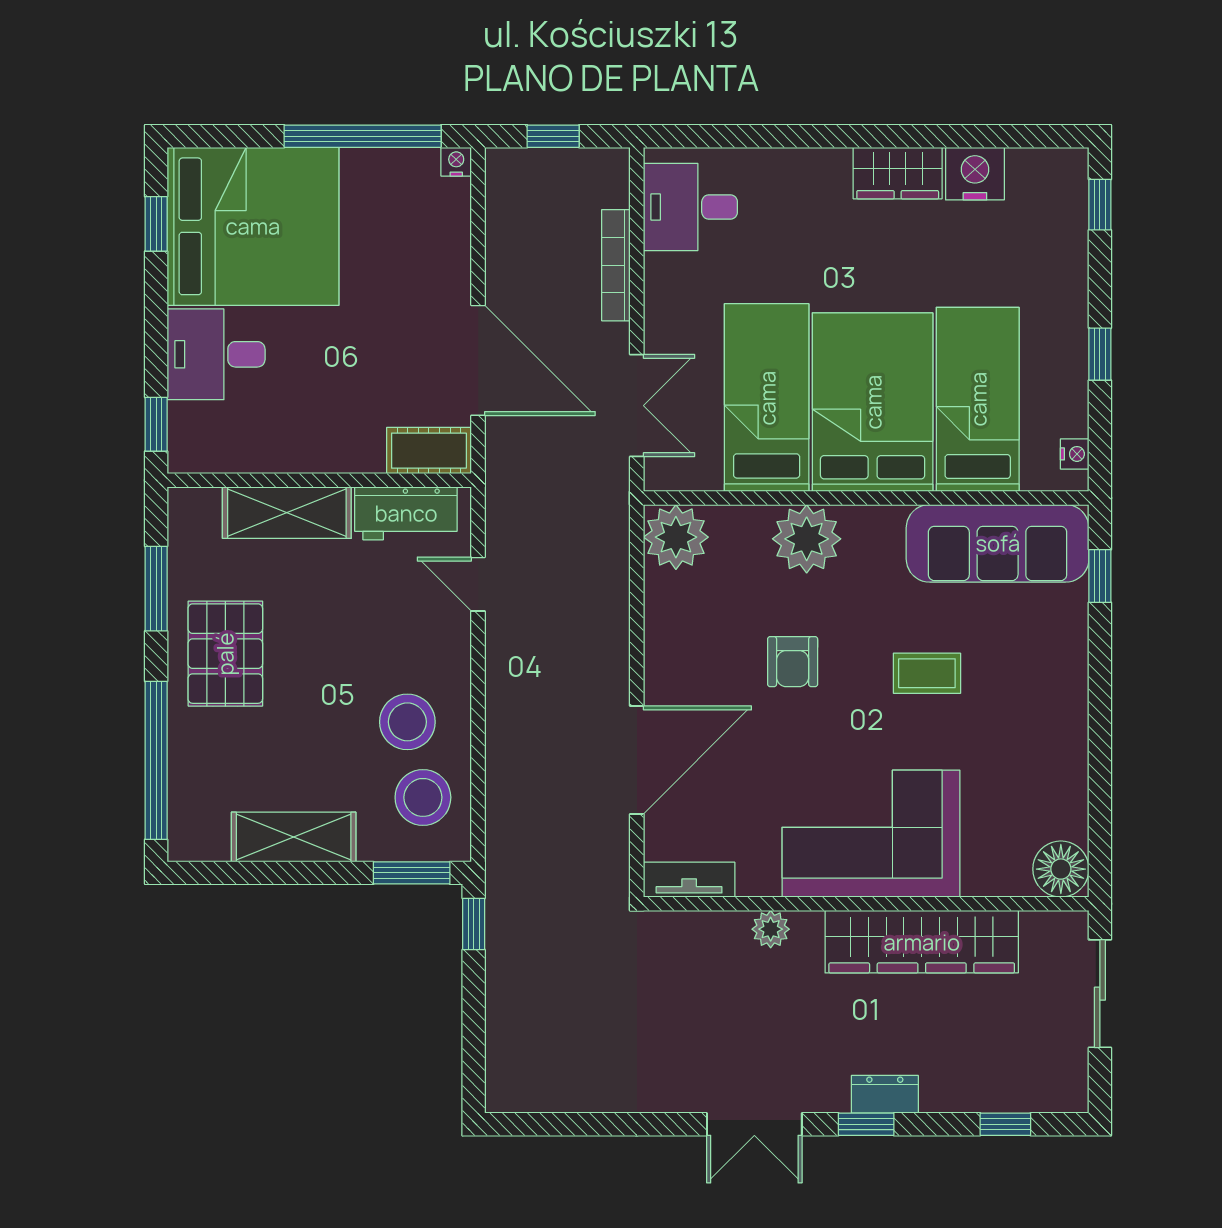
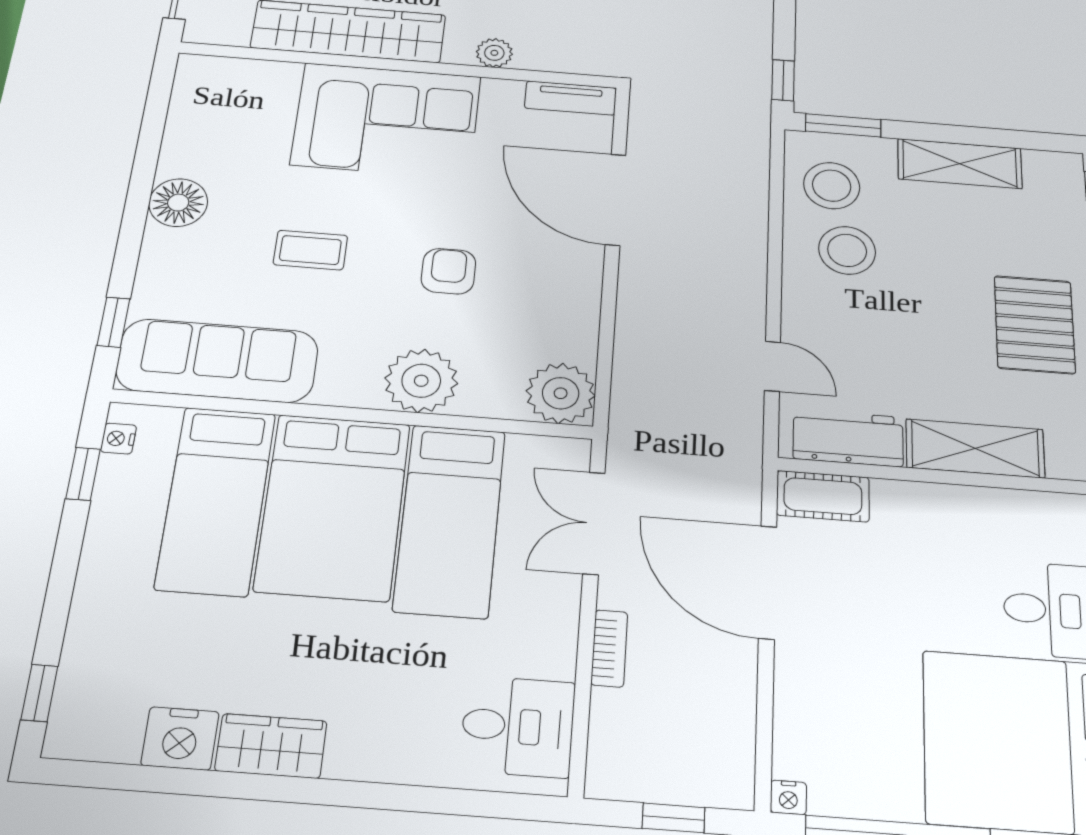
bookcase: (616, 265) -> (609, 648), width x0.64
window: (1100, 354) -> (83, 474), moved
door: (637, 760) -> (616, 200), hinge flipped
floor lamp: (1061, 869) -> (178, 203), moved

